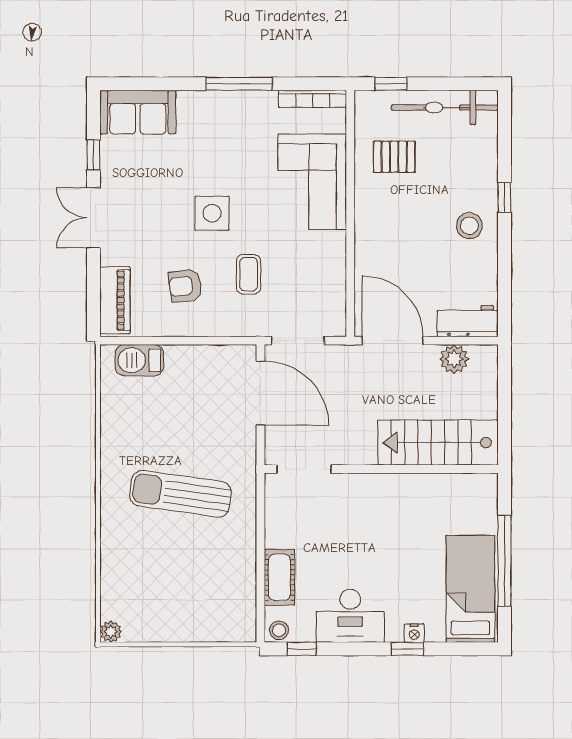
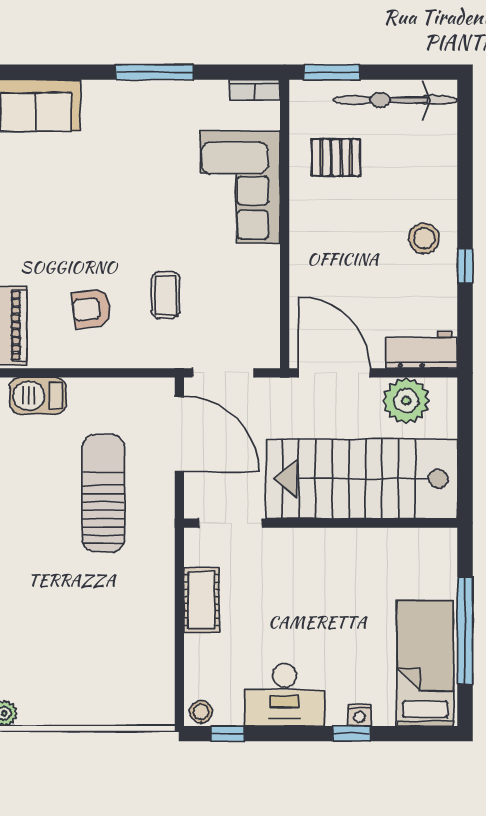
window: (391, 84) -> (332, 72), width x1.50
bookcase: (313, 99) -> (255, 90), width x0.64
window: (504, 197) -> (465, 266), moved
side table: (212, 213) -> (123, 224), removed
plant: (454, 359) -> (406, 401), width x1.36, depth x1.36
stairs: (438, 443) -> (362, 479), width x1.36, depth x1.51
sun lounger: (180, 494) -> (103, 493), moved, turned 82
cot: (279, 577) -> (202, 600), moved

